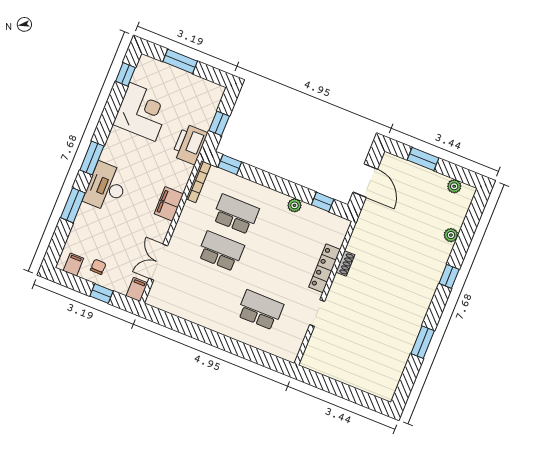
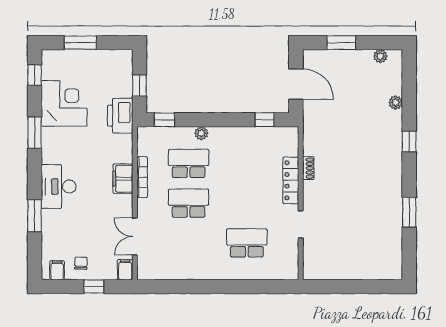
window: (92, 158) -> (35, 133), moved
bookcase: (199, 182) -> (142, 177), moved
plant: (294, 205) -> (201, 133), moved

